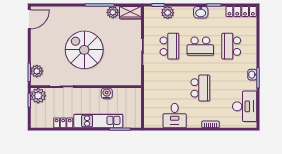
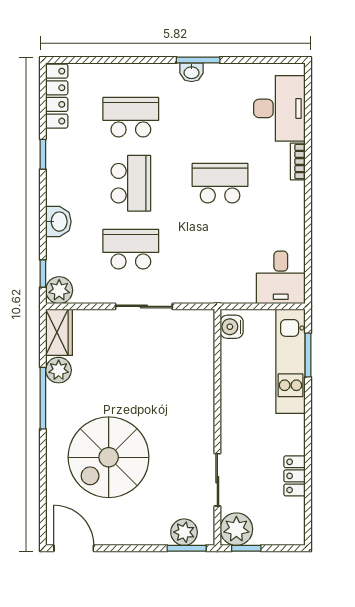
washbasin: (201, 12) -> (58, 222), moved
plant: (168, 13) -> (59, 290), moved
school desk: (231, 46) -> (131, 117), turned 180
spiral stairs: (84, 50) -> (109, 457), moved
water cooler: (107, 93) -> (232, 327), moved
desk: (245, 106) -> (279, 108), moved, turned 90
desk: (175, 116) -> (281, 277), moved, turned 90
kitchen unit: (98, 121) -> (291, 361), moved

